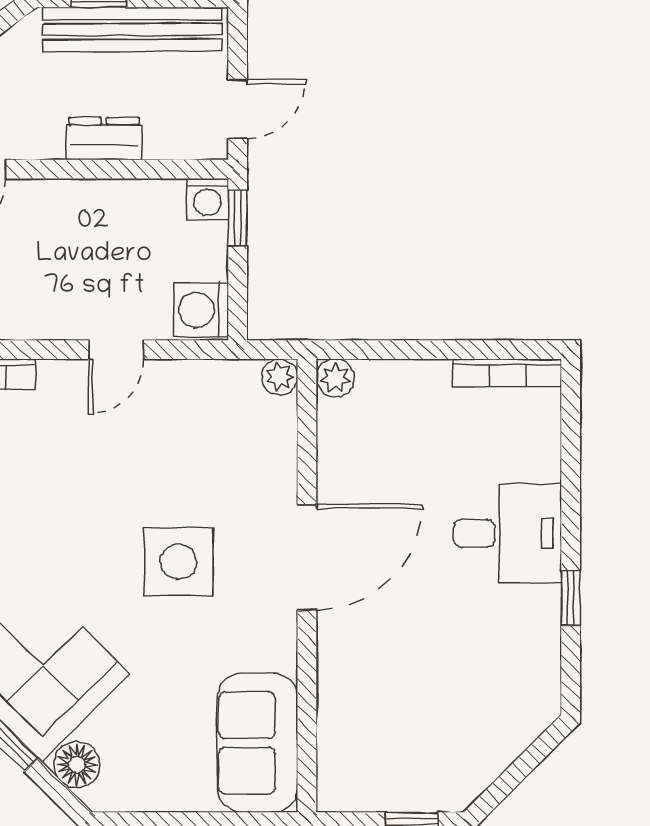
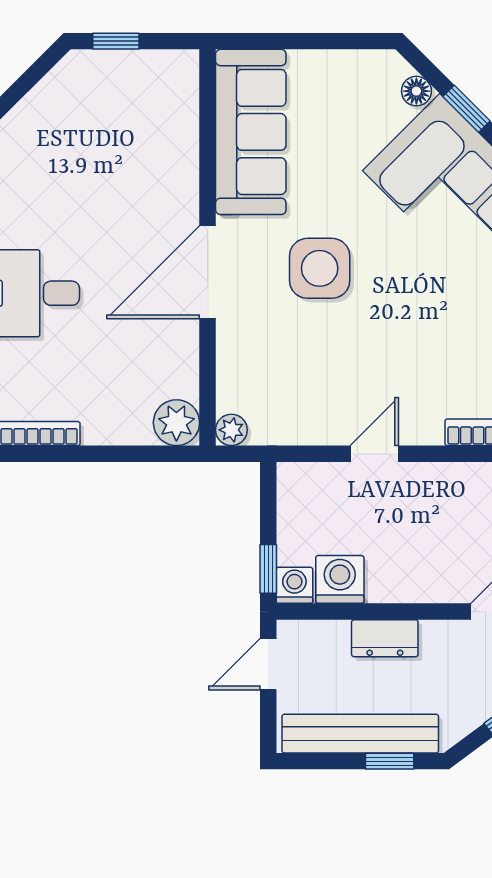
washing machine: (201, 310) -> (340, 579), moved, turned -90
plant: (335, 378) -> (176, 423), width x1.38, depth x1.38
sofa: (257, 743) -> (251, 132), width x1.36
floor lamp: (77, 765) -> (416, 91), width x0.73, depth x0.73

